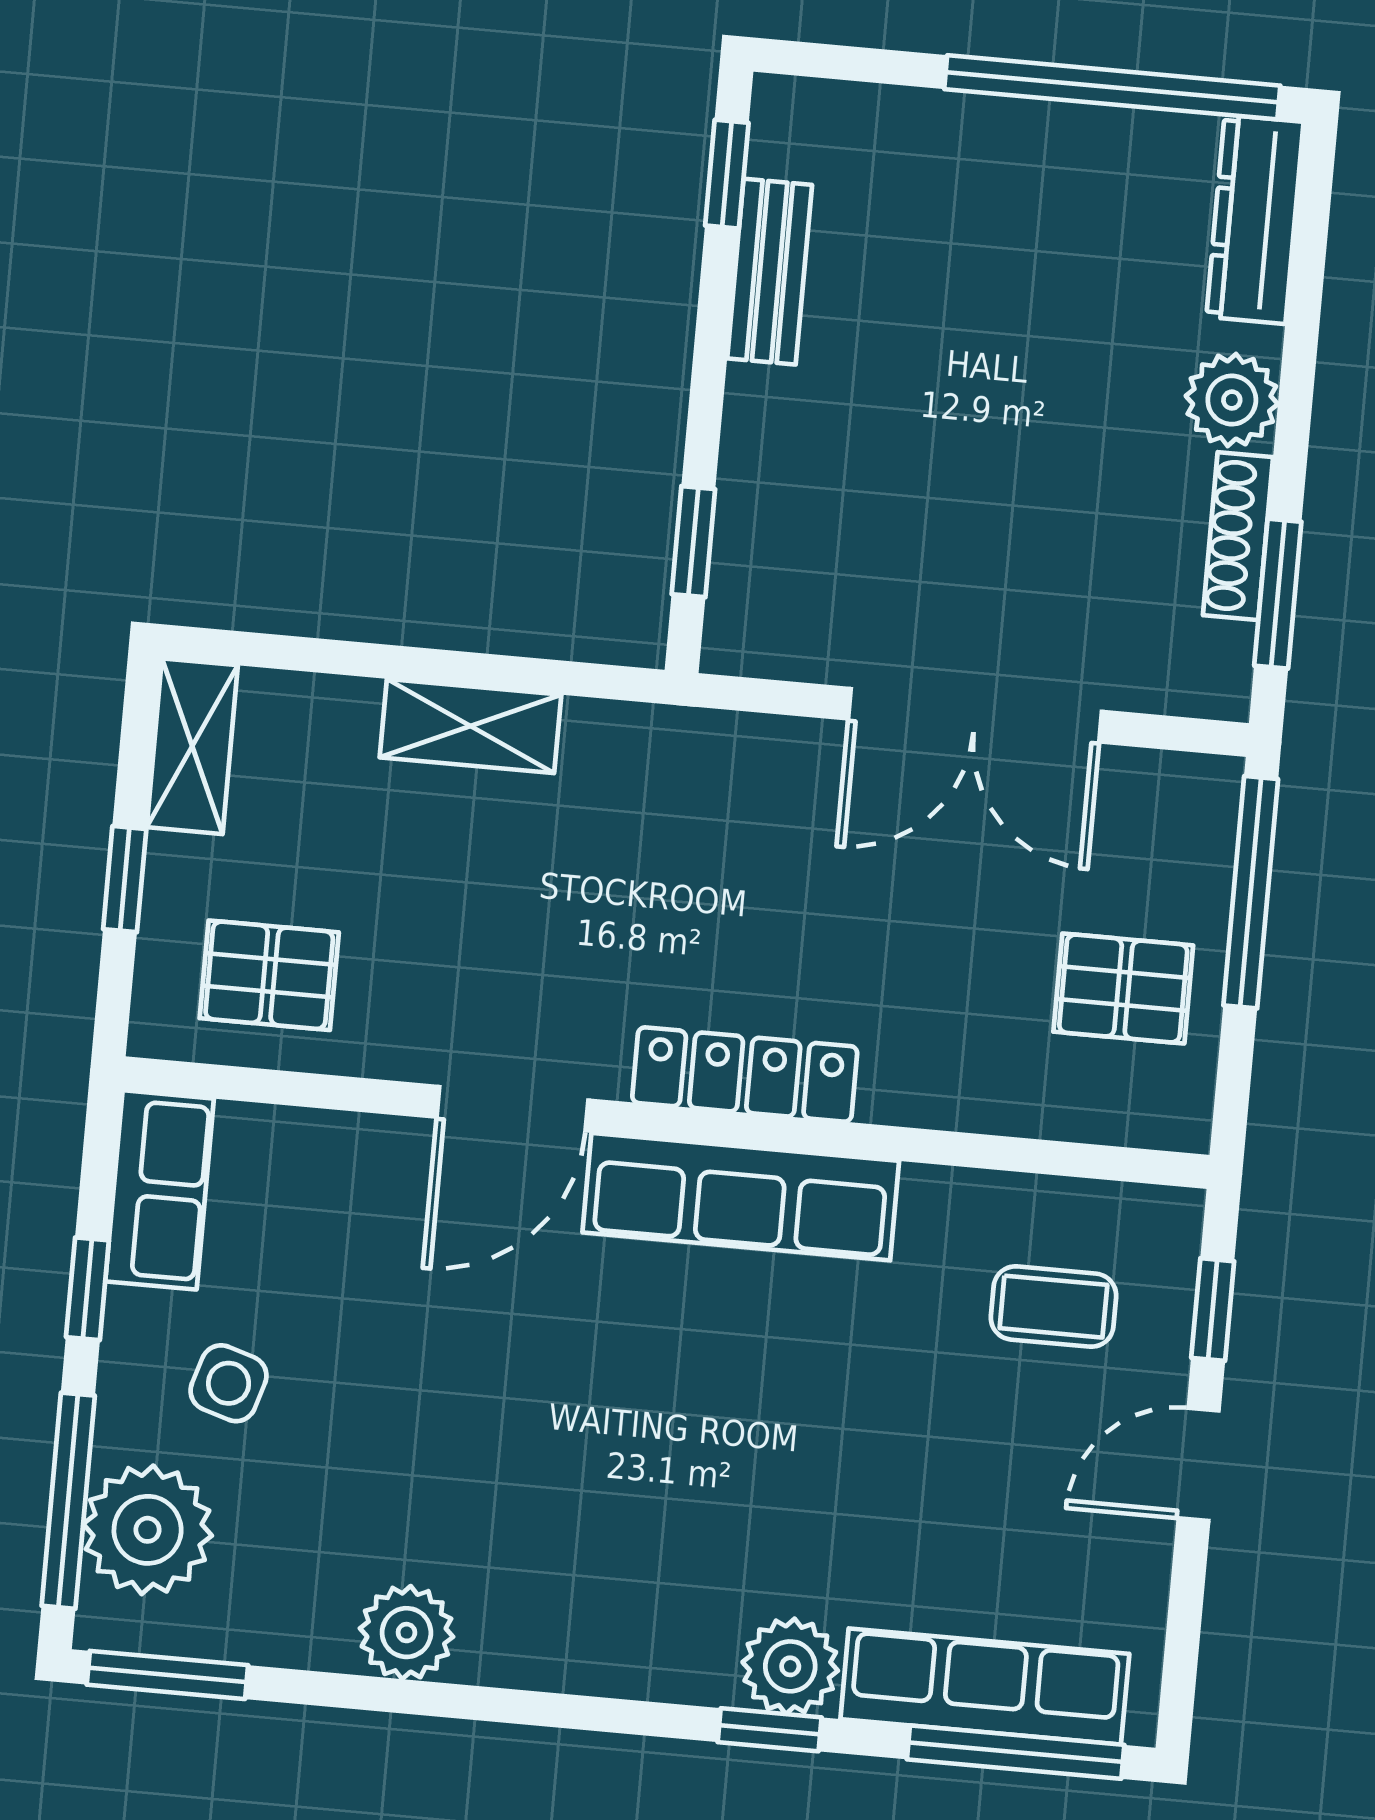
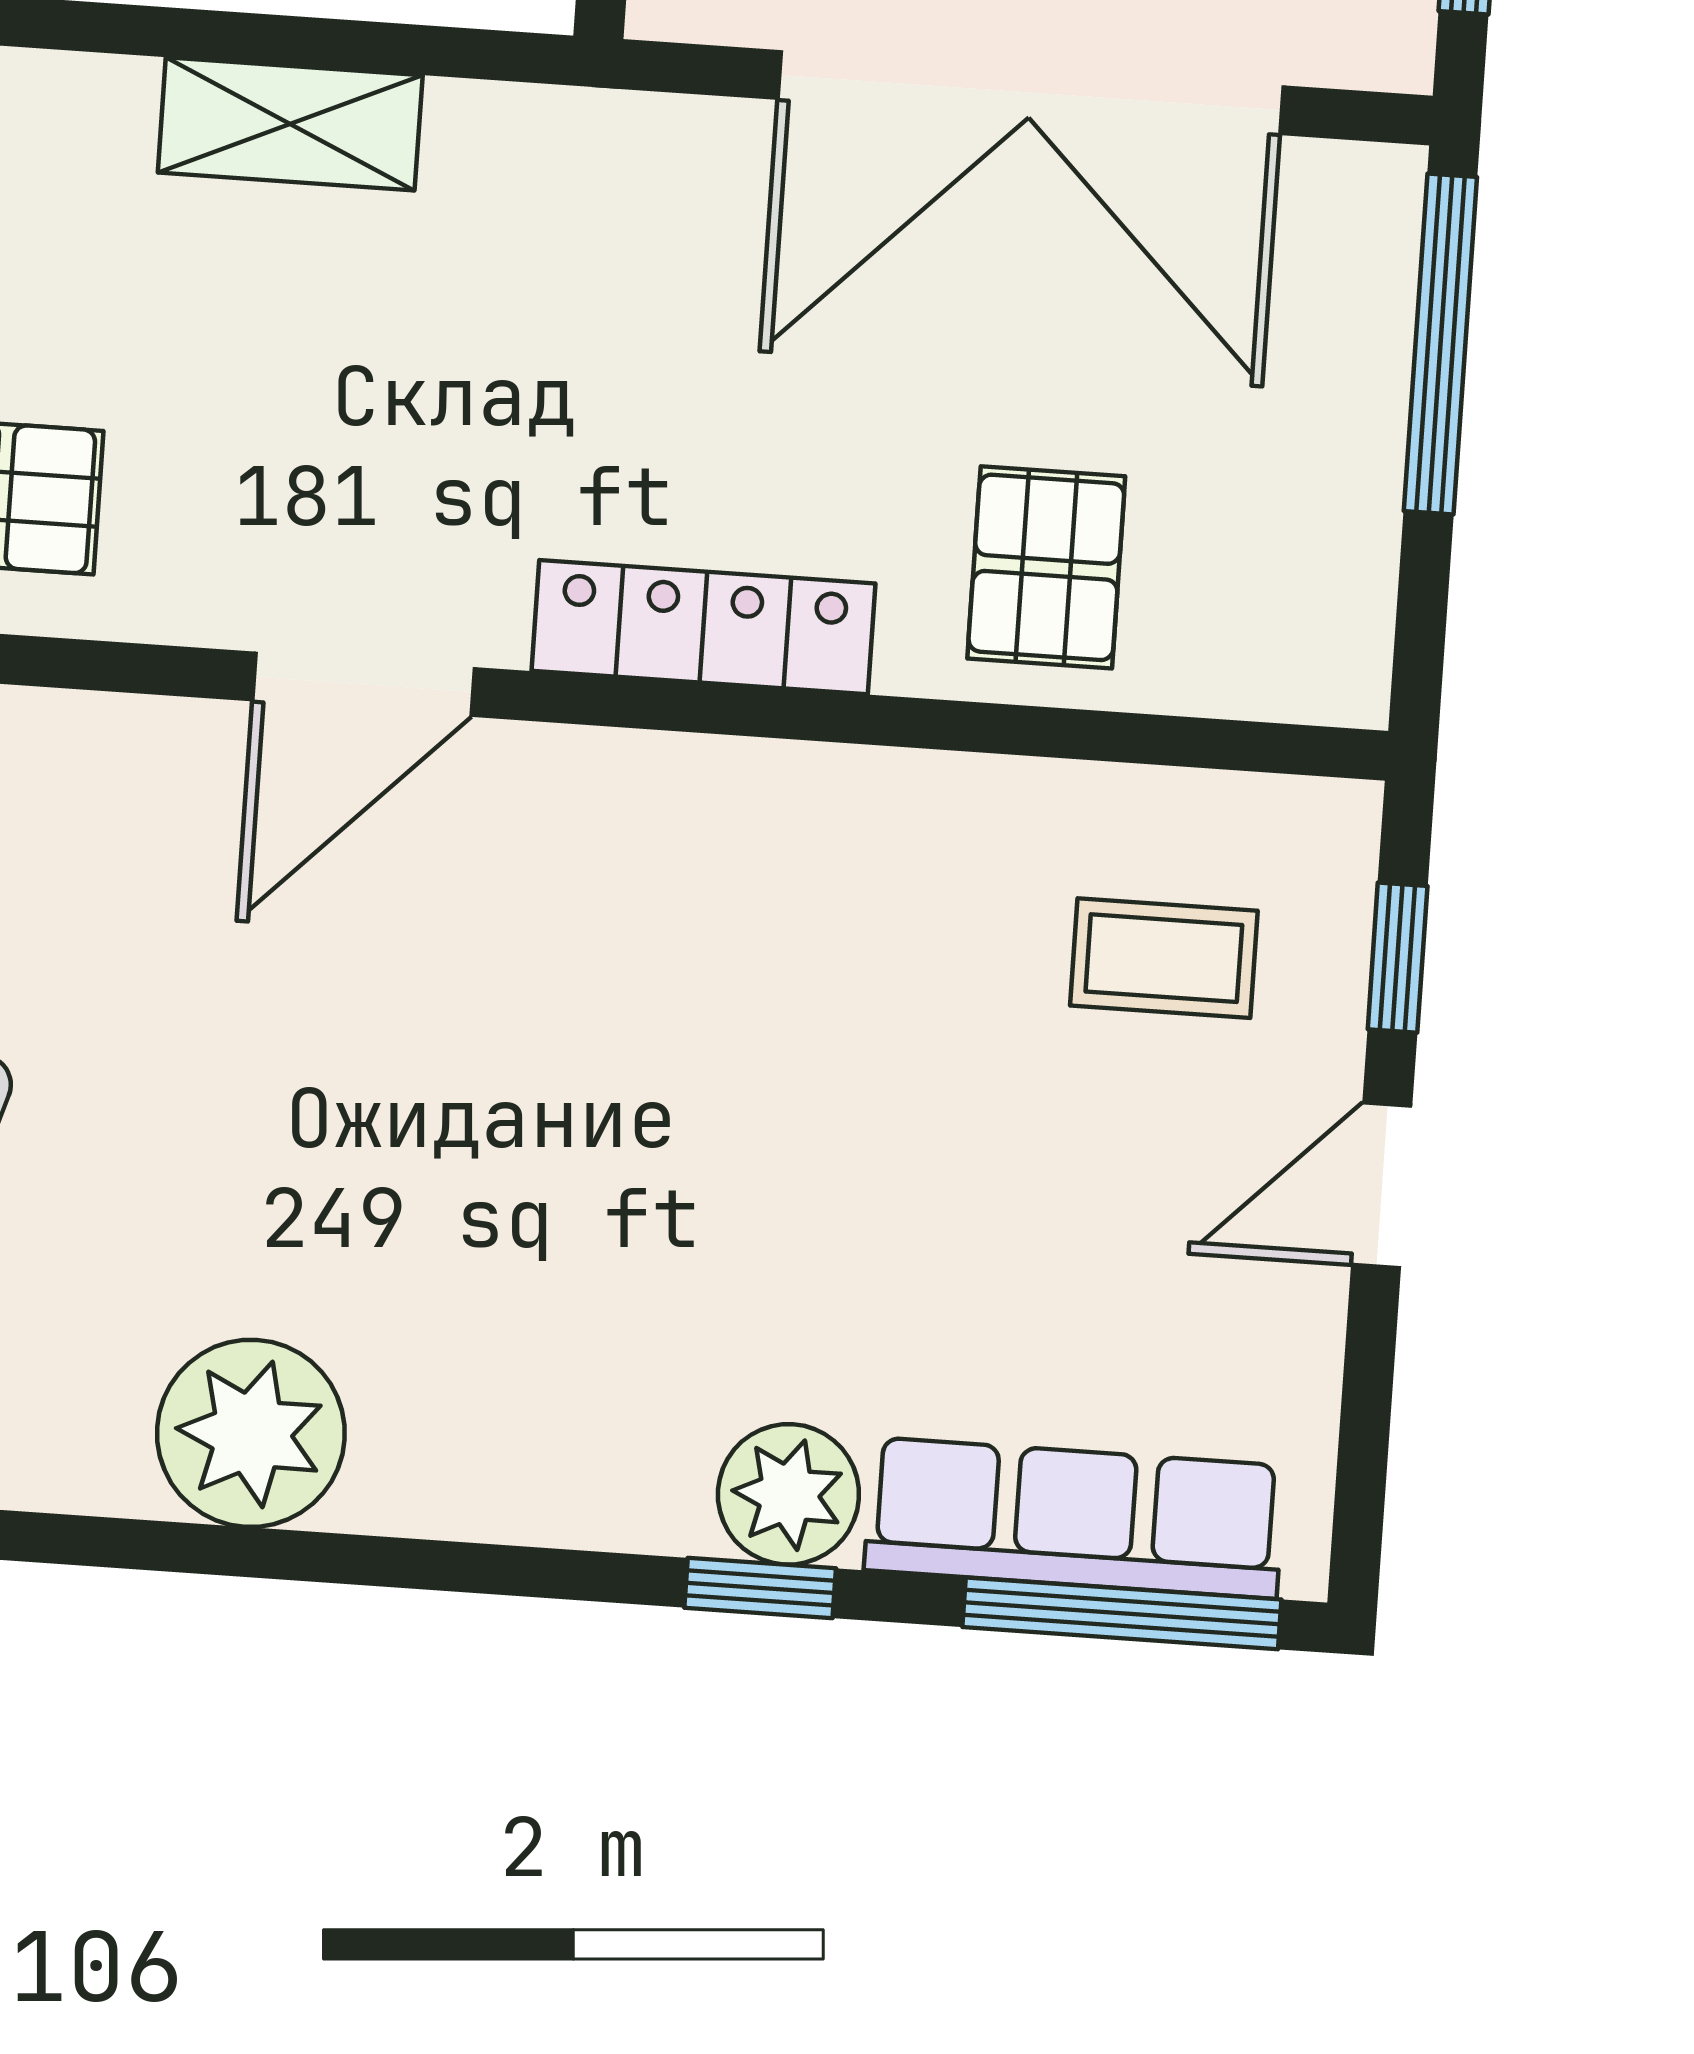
double door: (975, 715) -> (1030, 93), width x1.36
pallet: (1123, 989) -> (1046, 567), moved, turned 90
row of seats: (741, 1197) -> (701, 806), removed
plant: (406, 1633) -> (251, 1433), width x1.36, depth x1.36

